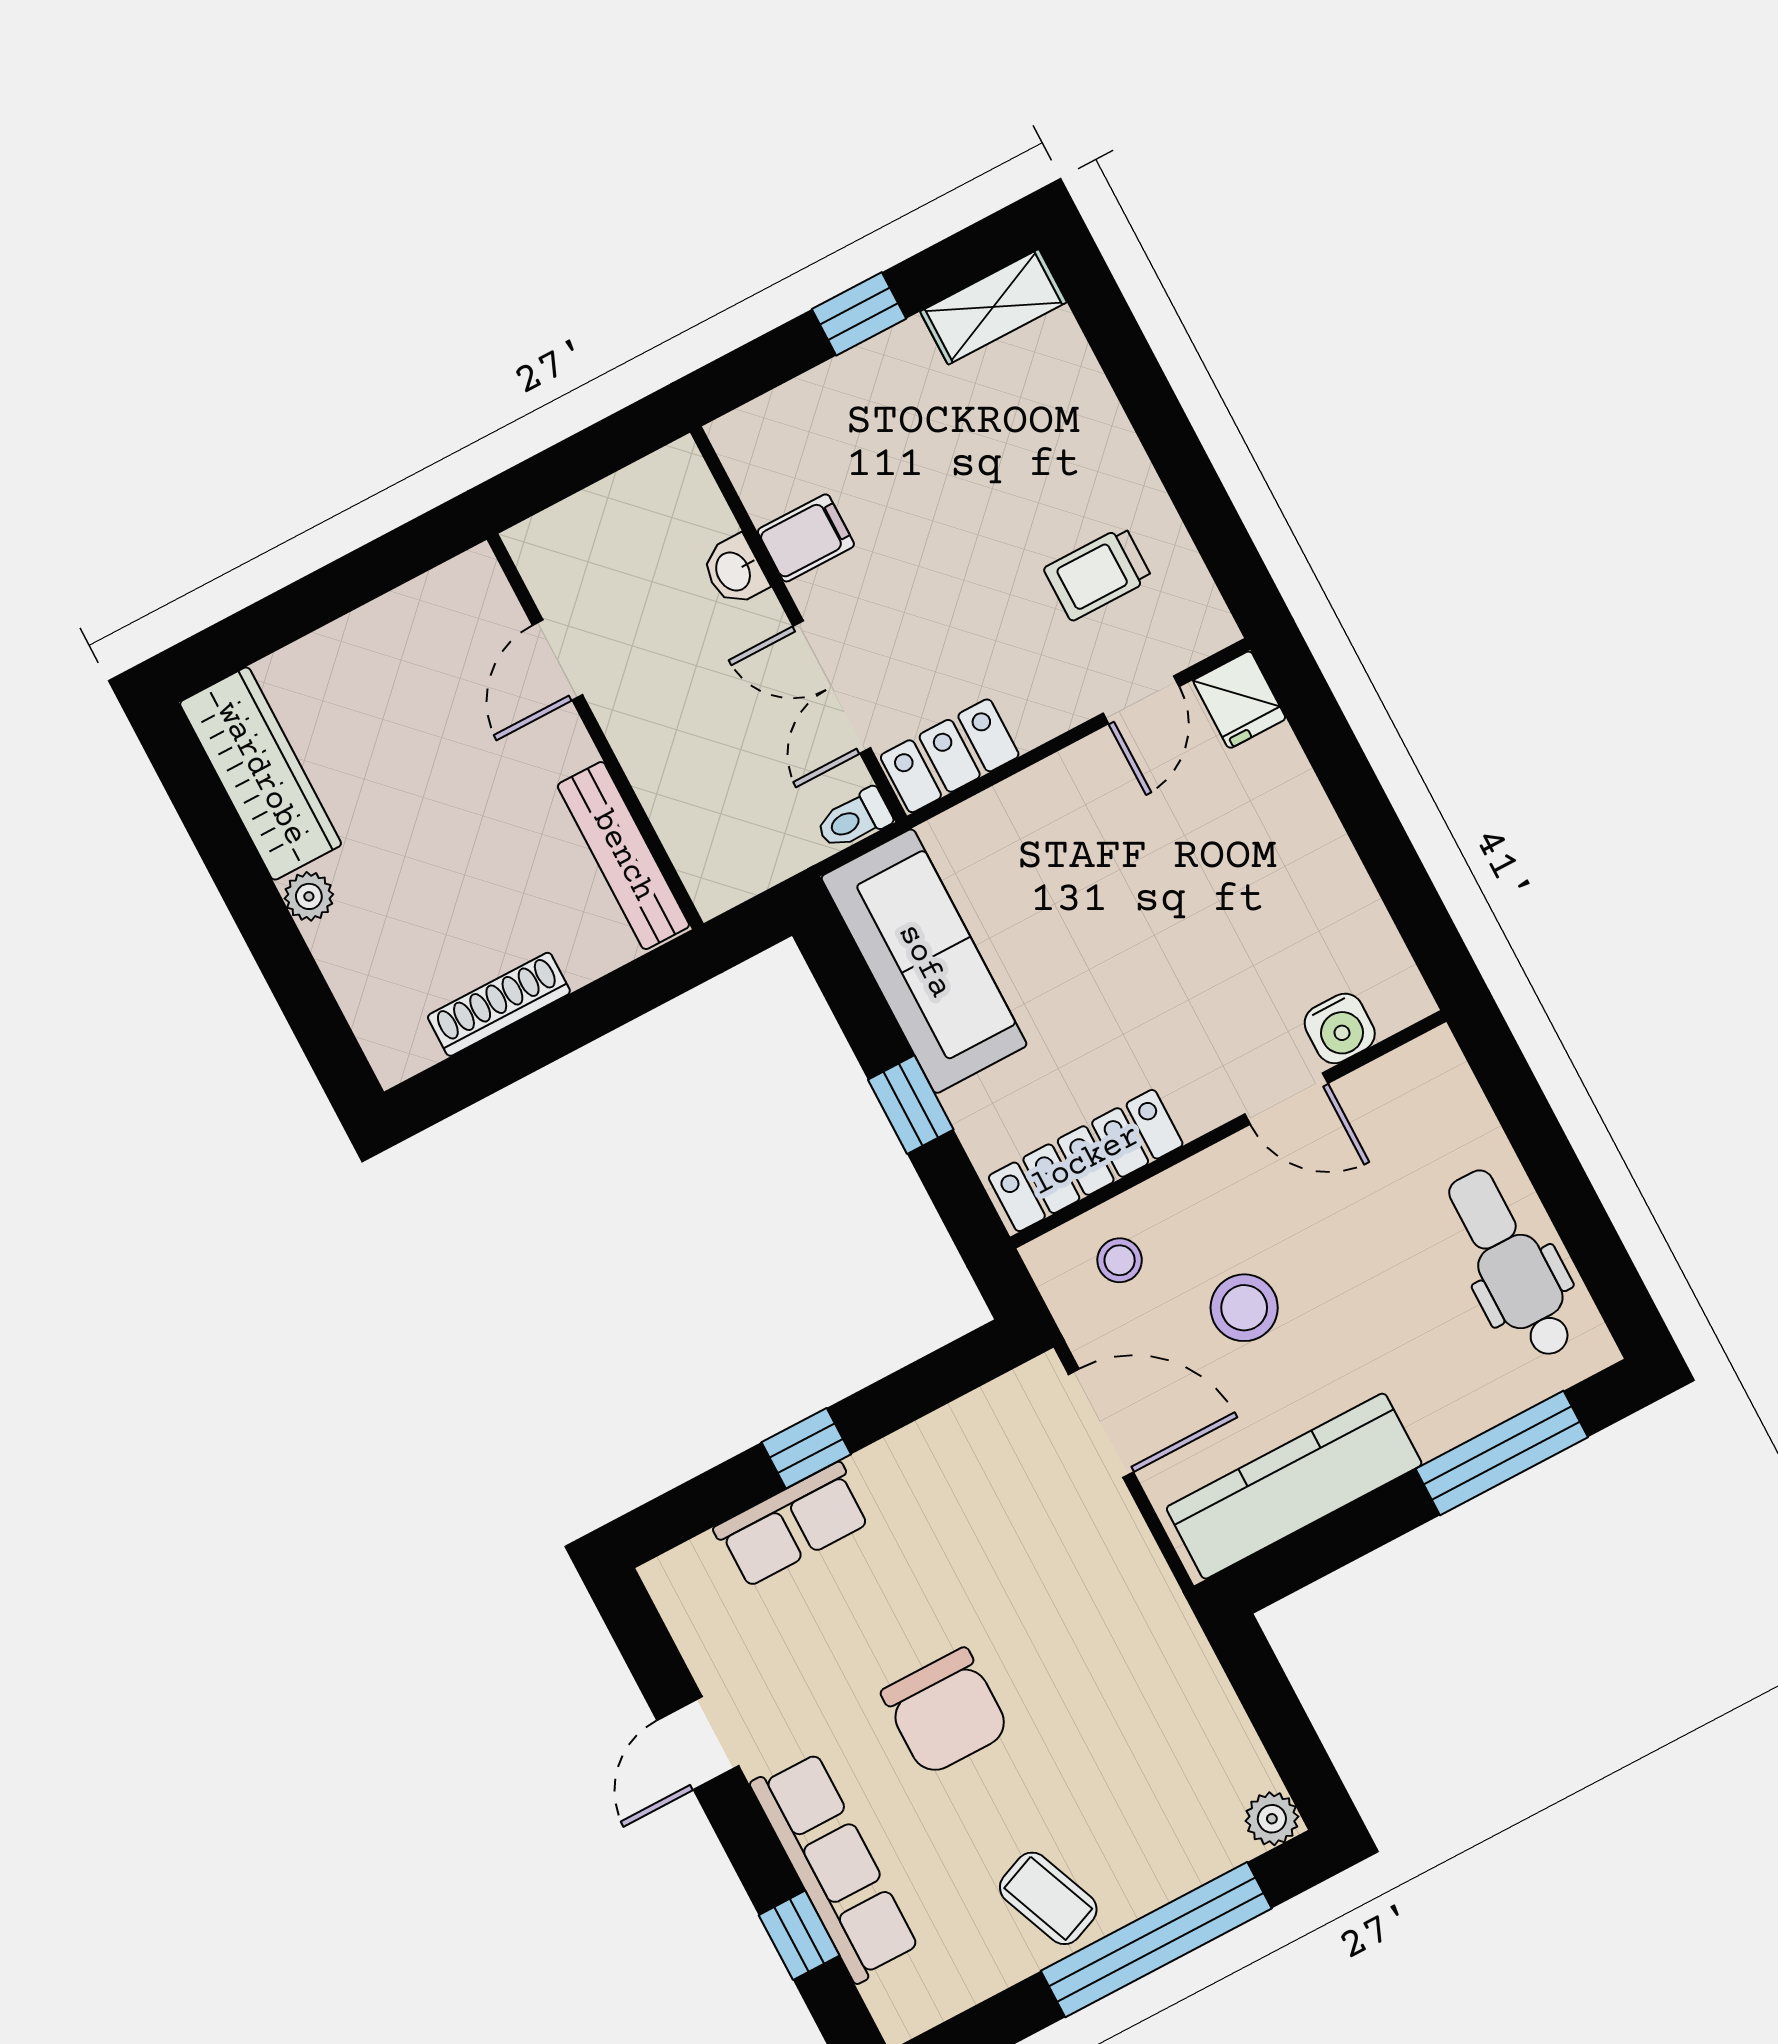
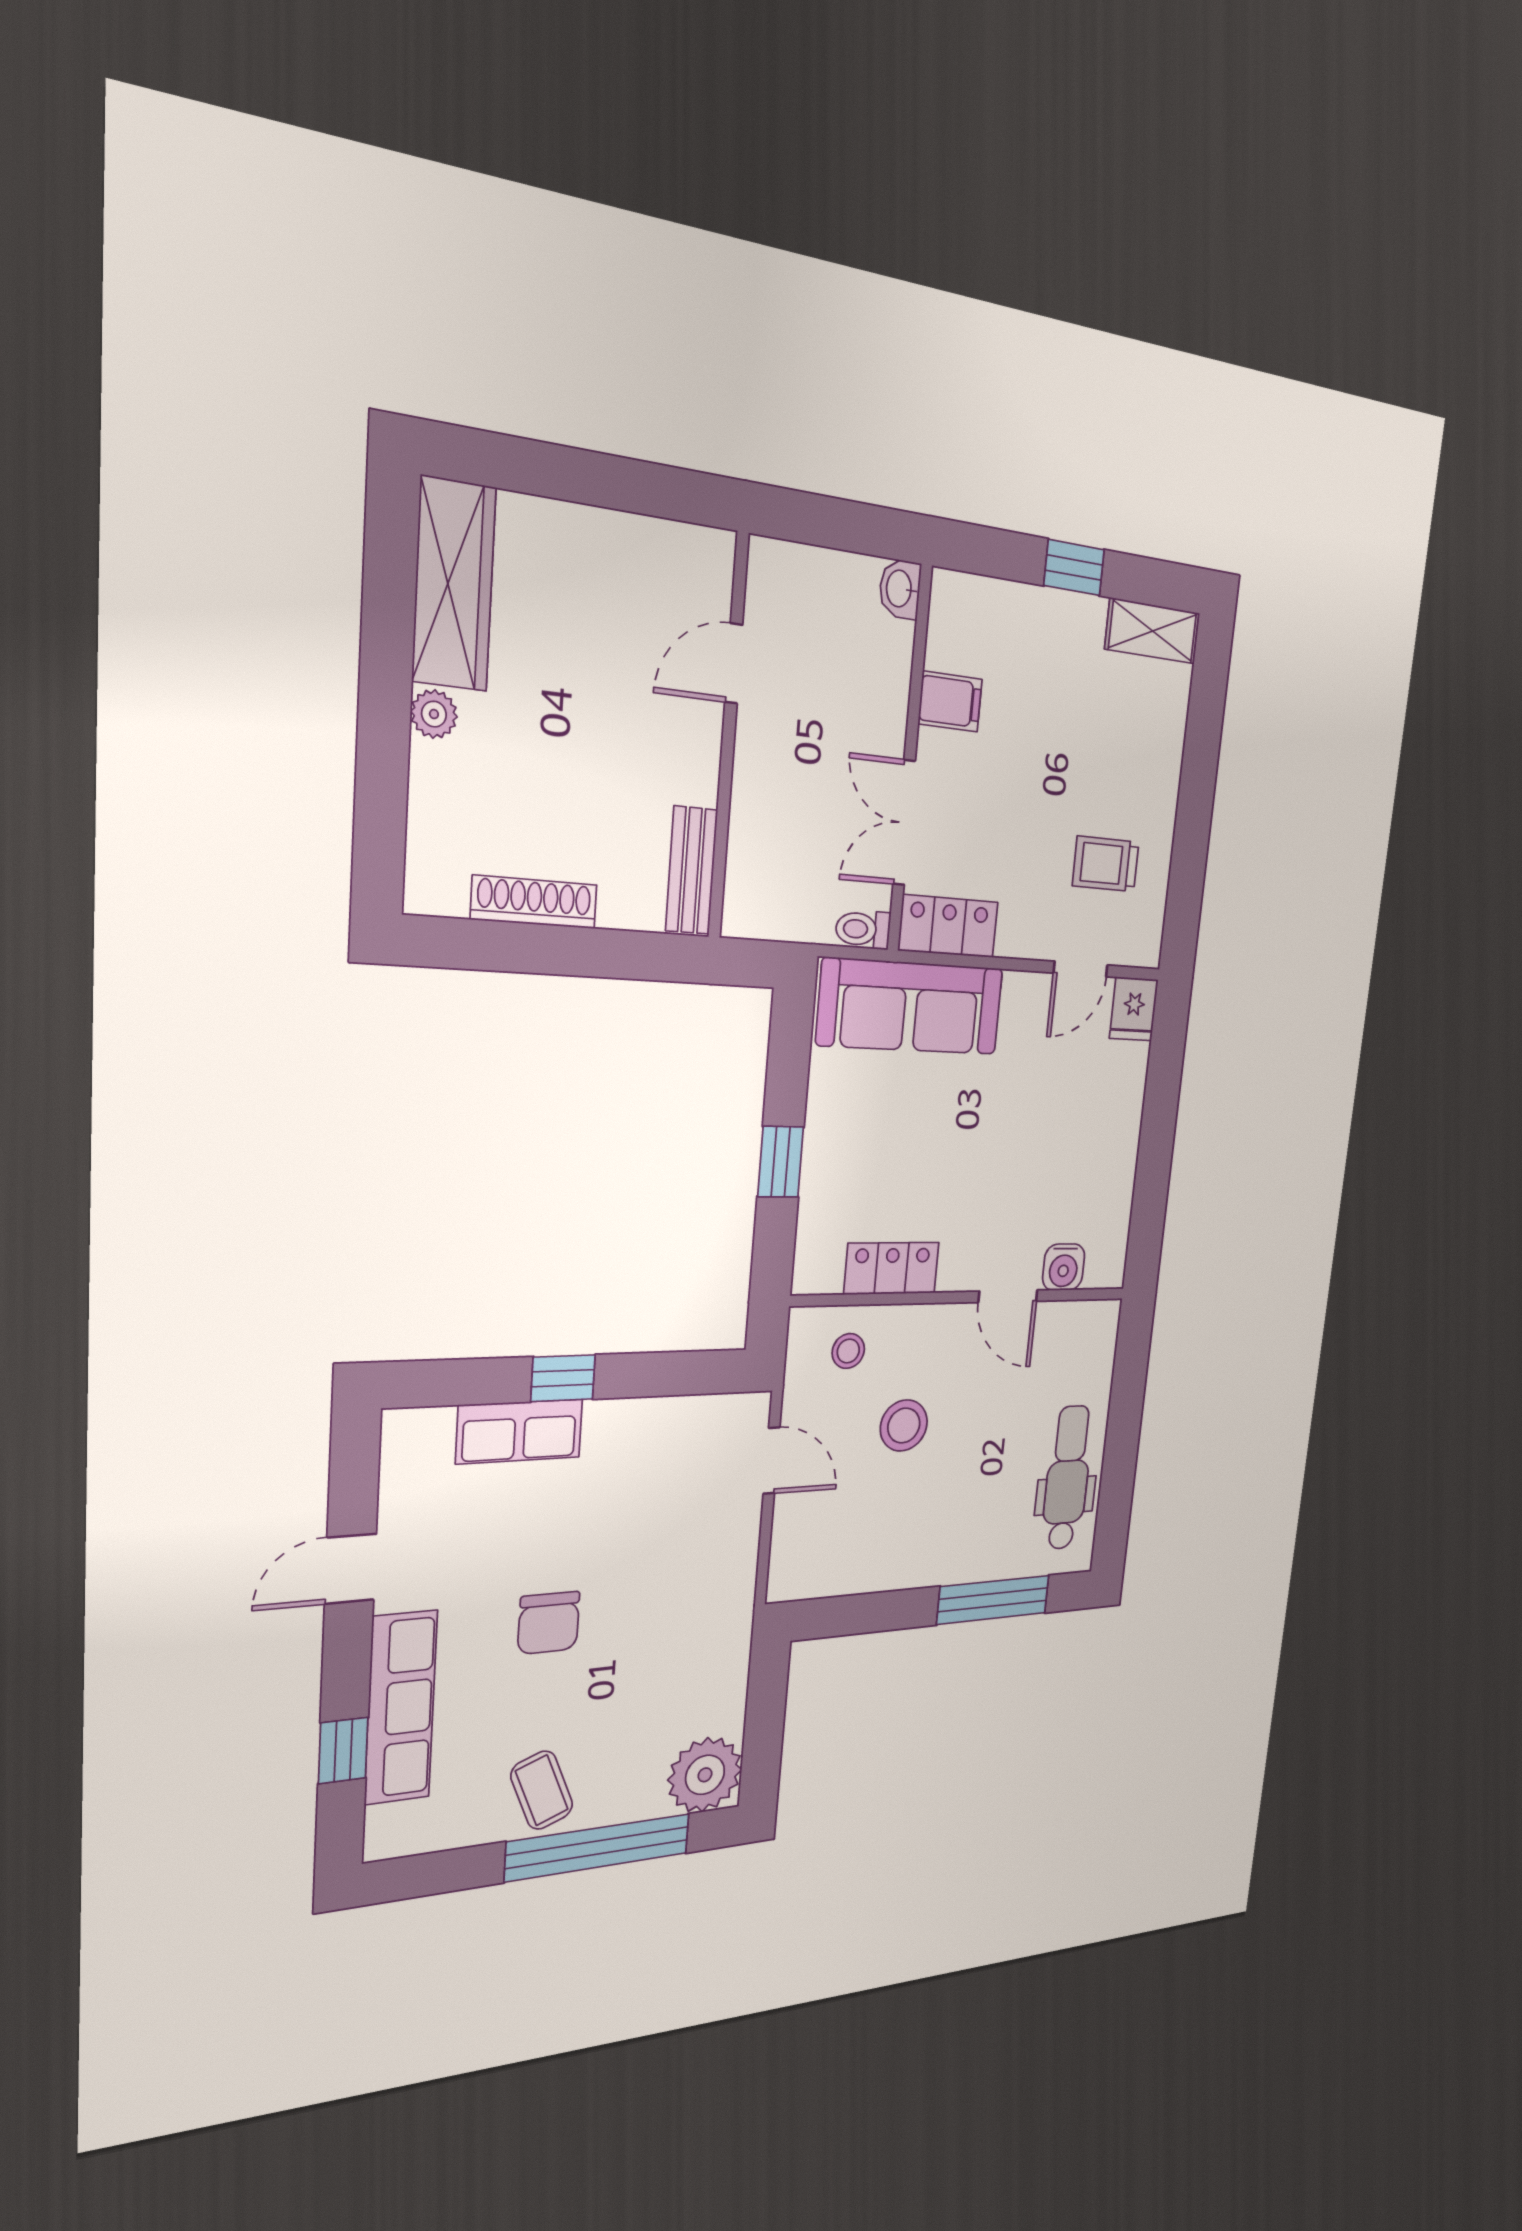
washbasin: (734, 571) -> (900, 589), moved
bench: (623, 856) -> (692, 870), width x0.73
sofa: (924, 961) -> (911, 1007), moved, turned 90
locker: (1086, 1161) -> (892, 1268), width x0.66
door: (1101, 1423) -> (772, 1461), width x0.73
kitchen counter: (1294, 1486) -> (864, 1564), removed
chair: (945, 1712) -> (549, 1623), width x0.73, depth x0.73
plant: (1272, 1819) -> (705, 1775), width x1.88, depth x1.88

